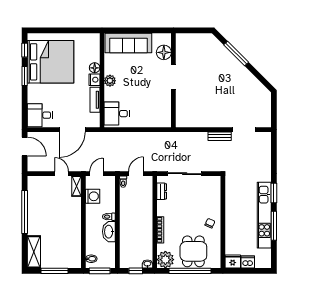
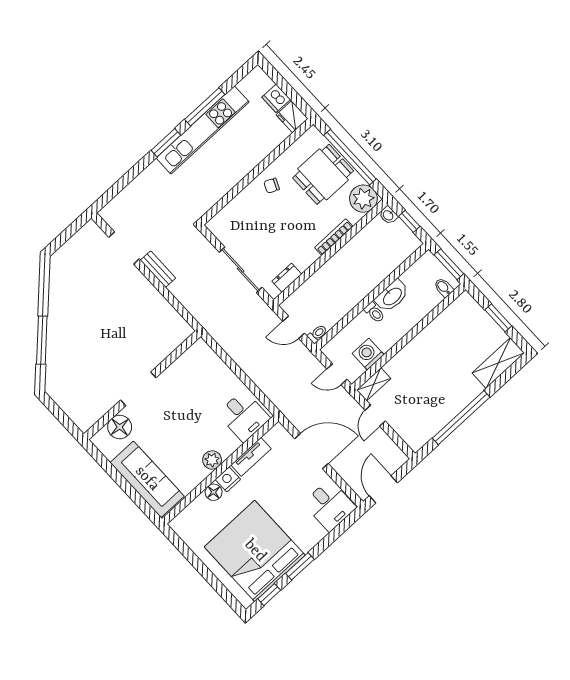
window: (54, 271) -> (498, 318), width x0.69

